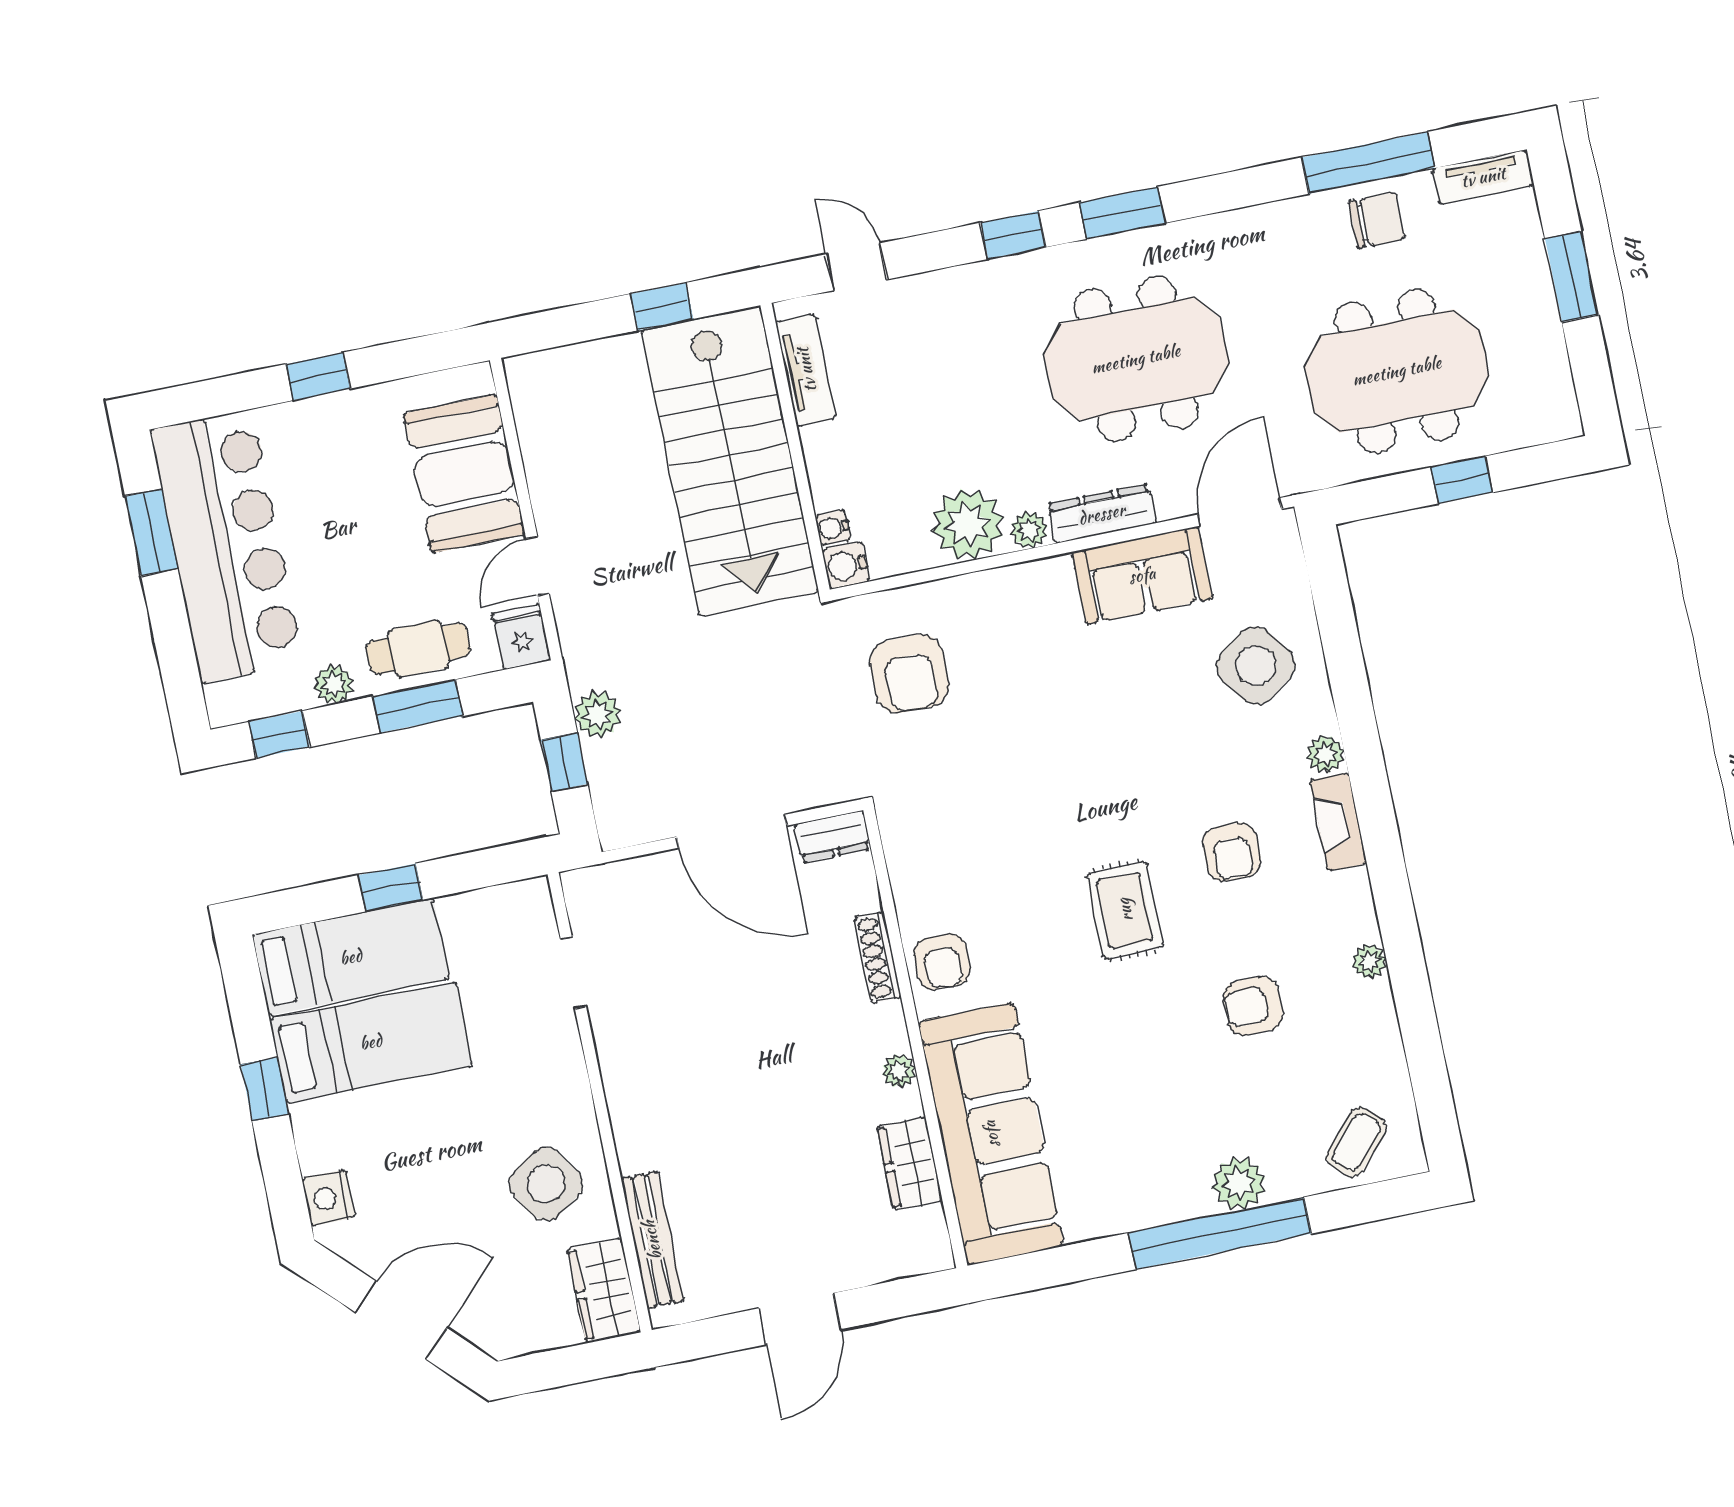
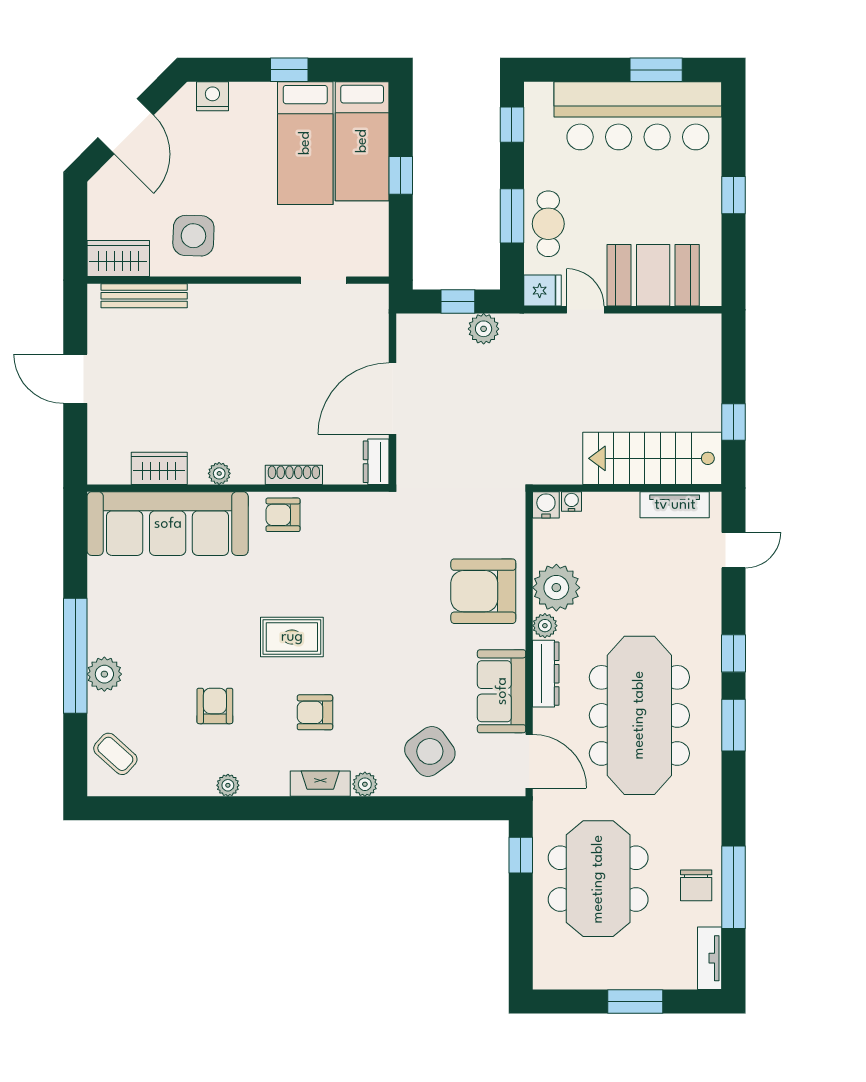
meeting table: (1136, 359) -> (639, 715), width x1.36
stairs: (730, 461) -> (652, 458), width x0.73, depth x0.66
window: (1462, 480) -> (521, 855), moved
armchair: (909, 674) -> (483, 591), moved, width x1.36, depth x1.36
plant: (334, 685) -> (537, 166), removed
side table: (546, 1184) -> (193, 236), turned 36

